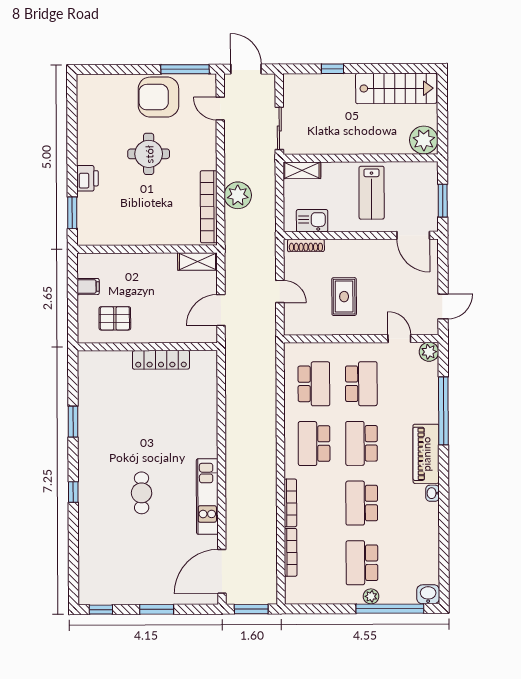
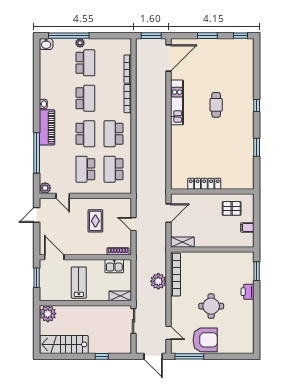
school desk: (314, 444) -> (114, 134), turned 180

